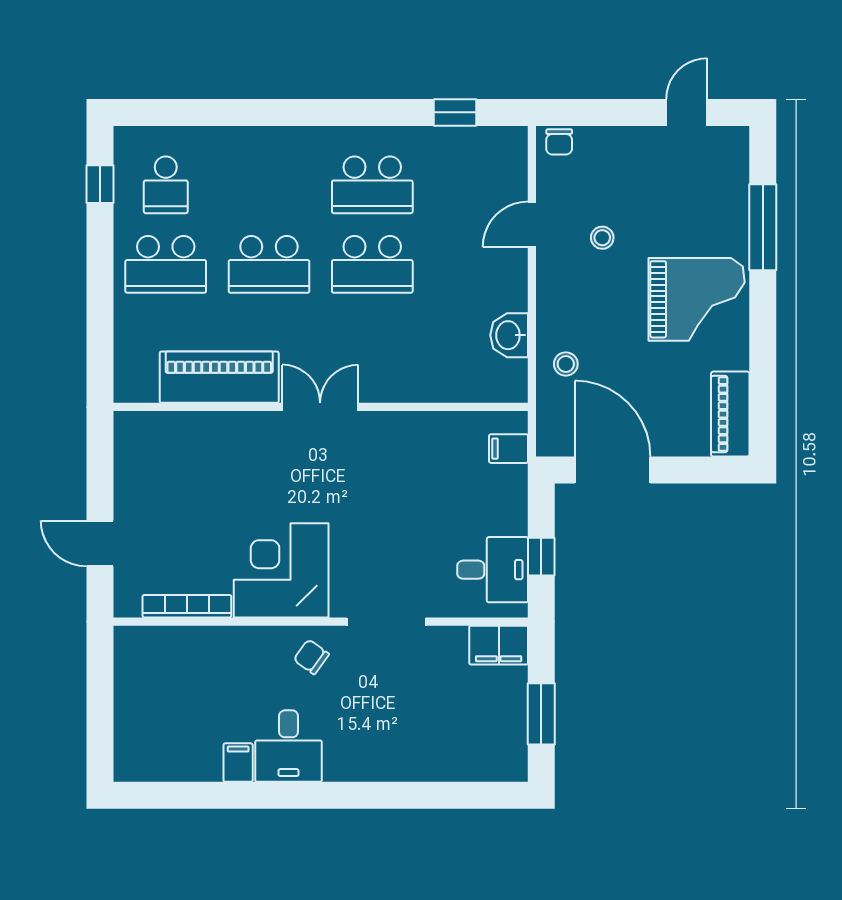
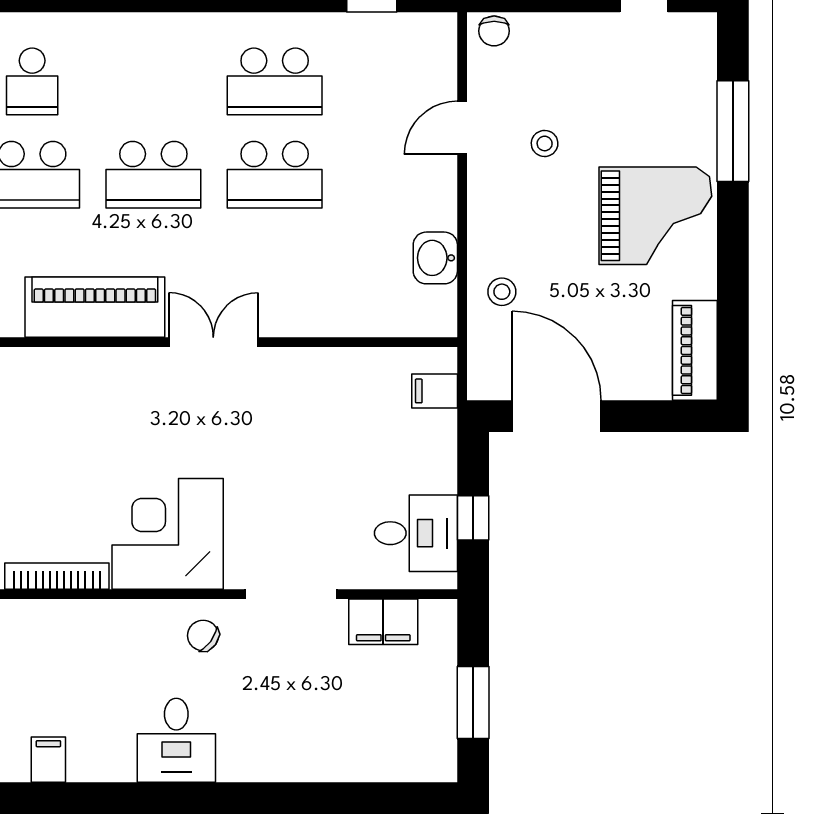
filing cabinet: (499, 645) -> (383, 622), moved
filing cabinet: (238, 763) -> (48, 760), moved

